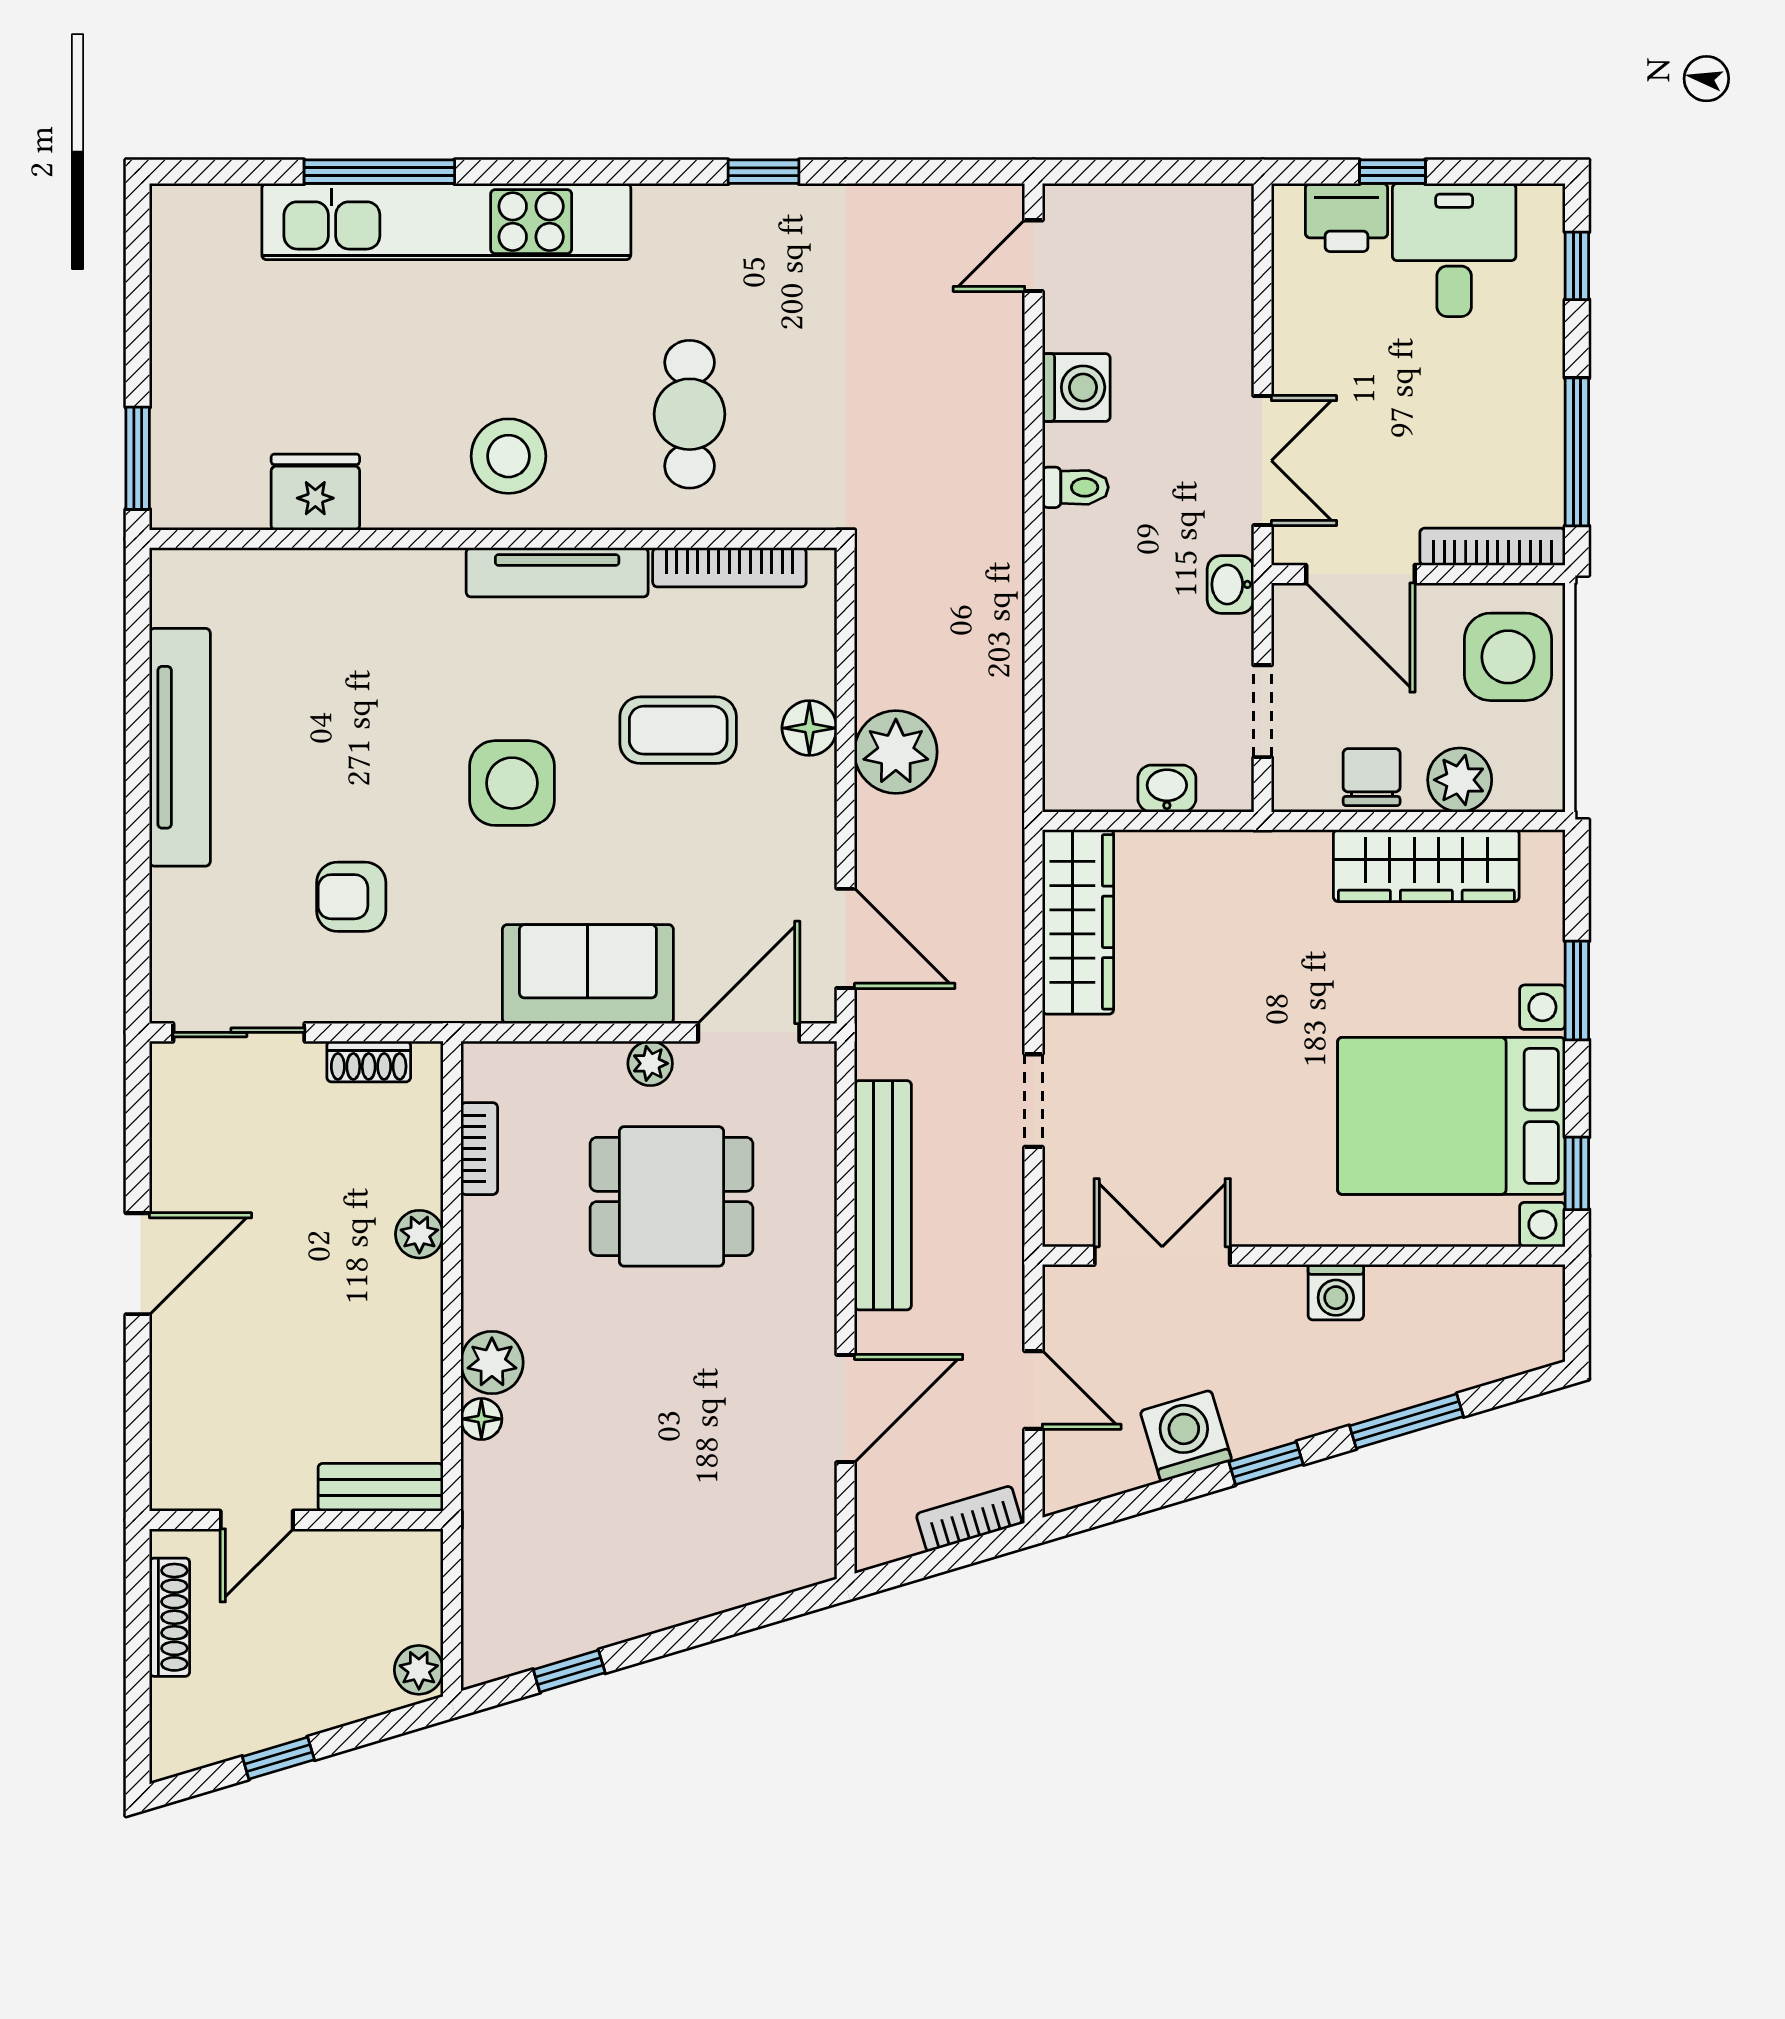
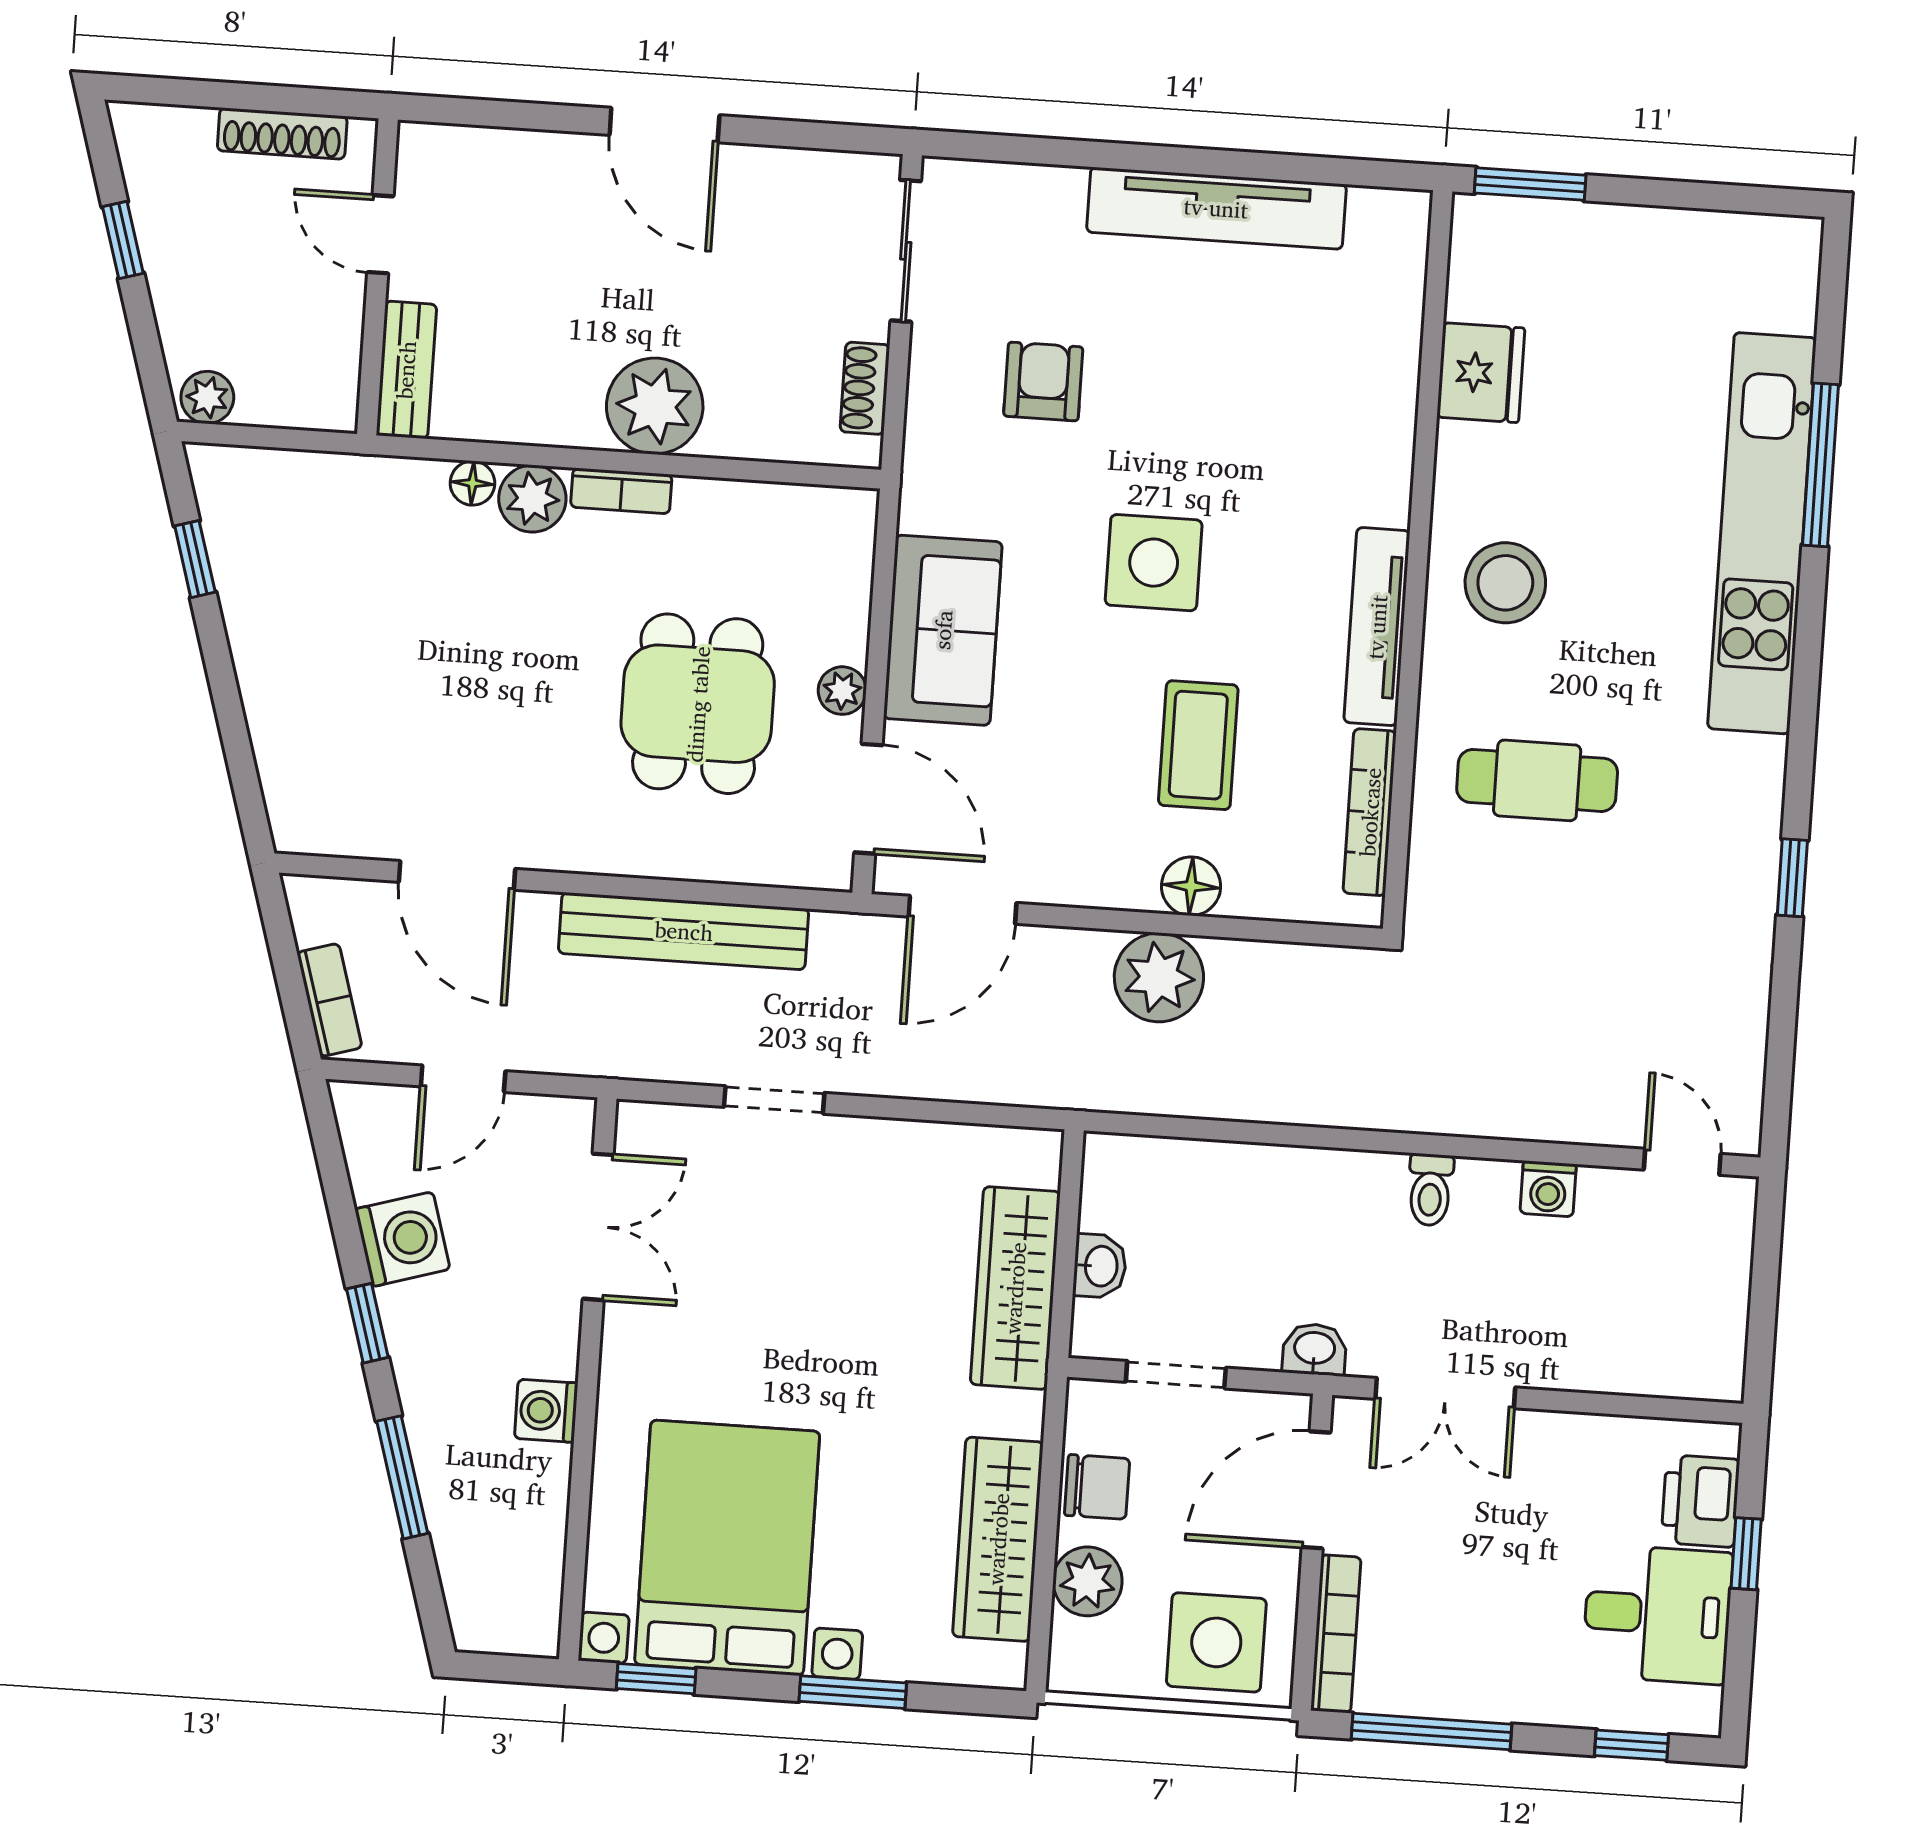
washing machine: (1076, 387) -> (1548, 1189), width x0.73, depth x0.73
wardrobe: (1078, 922) -> (1015, 1288), moved, turned 90
bookcase: (479, 1149) -> (621, 491), moved
plant: (419, 1234) -> (655, 406), width x1.87, depth x1.87

